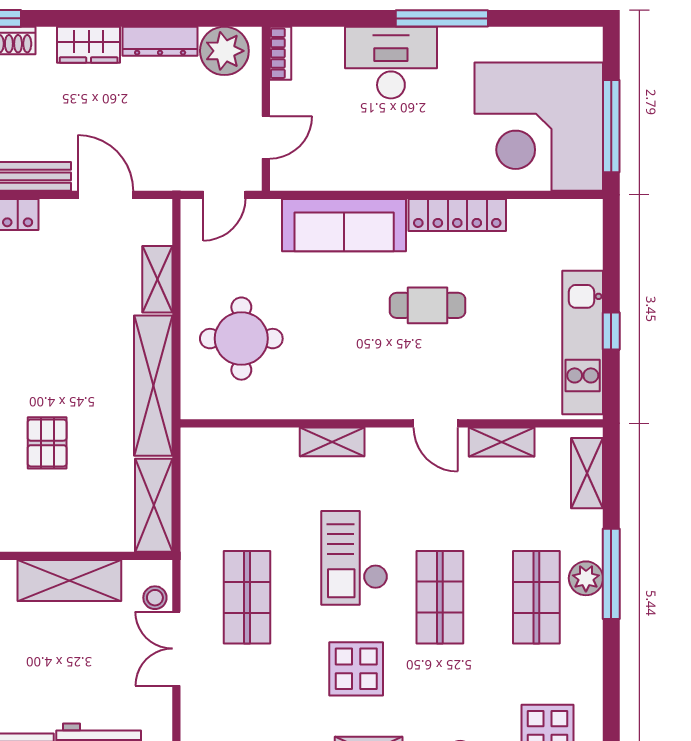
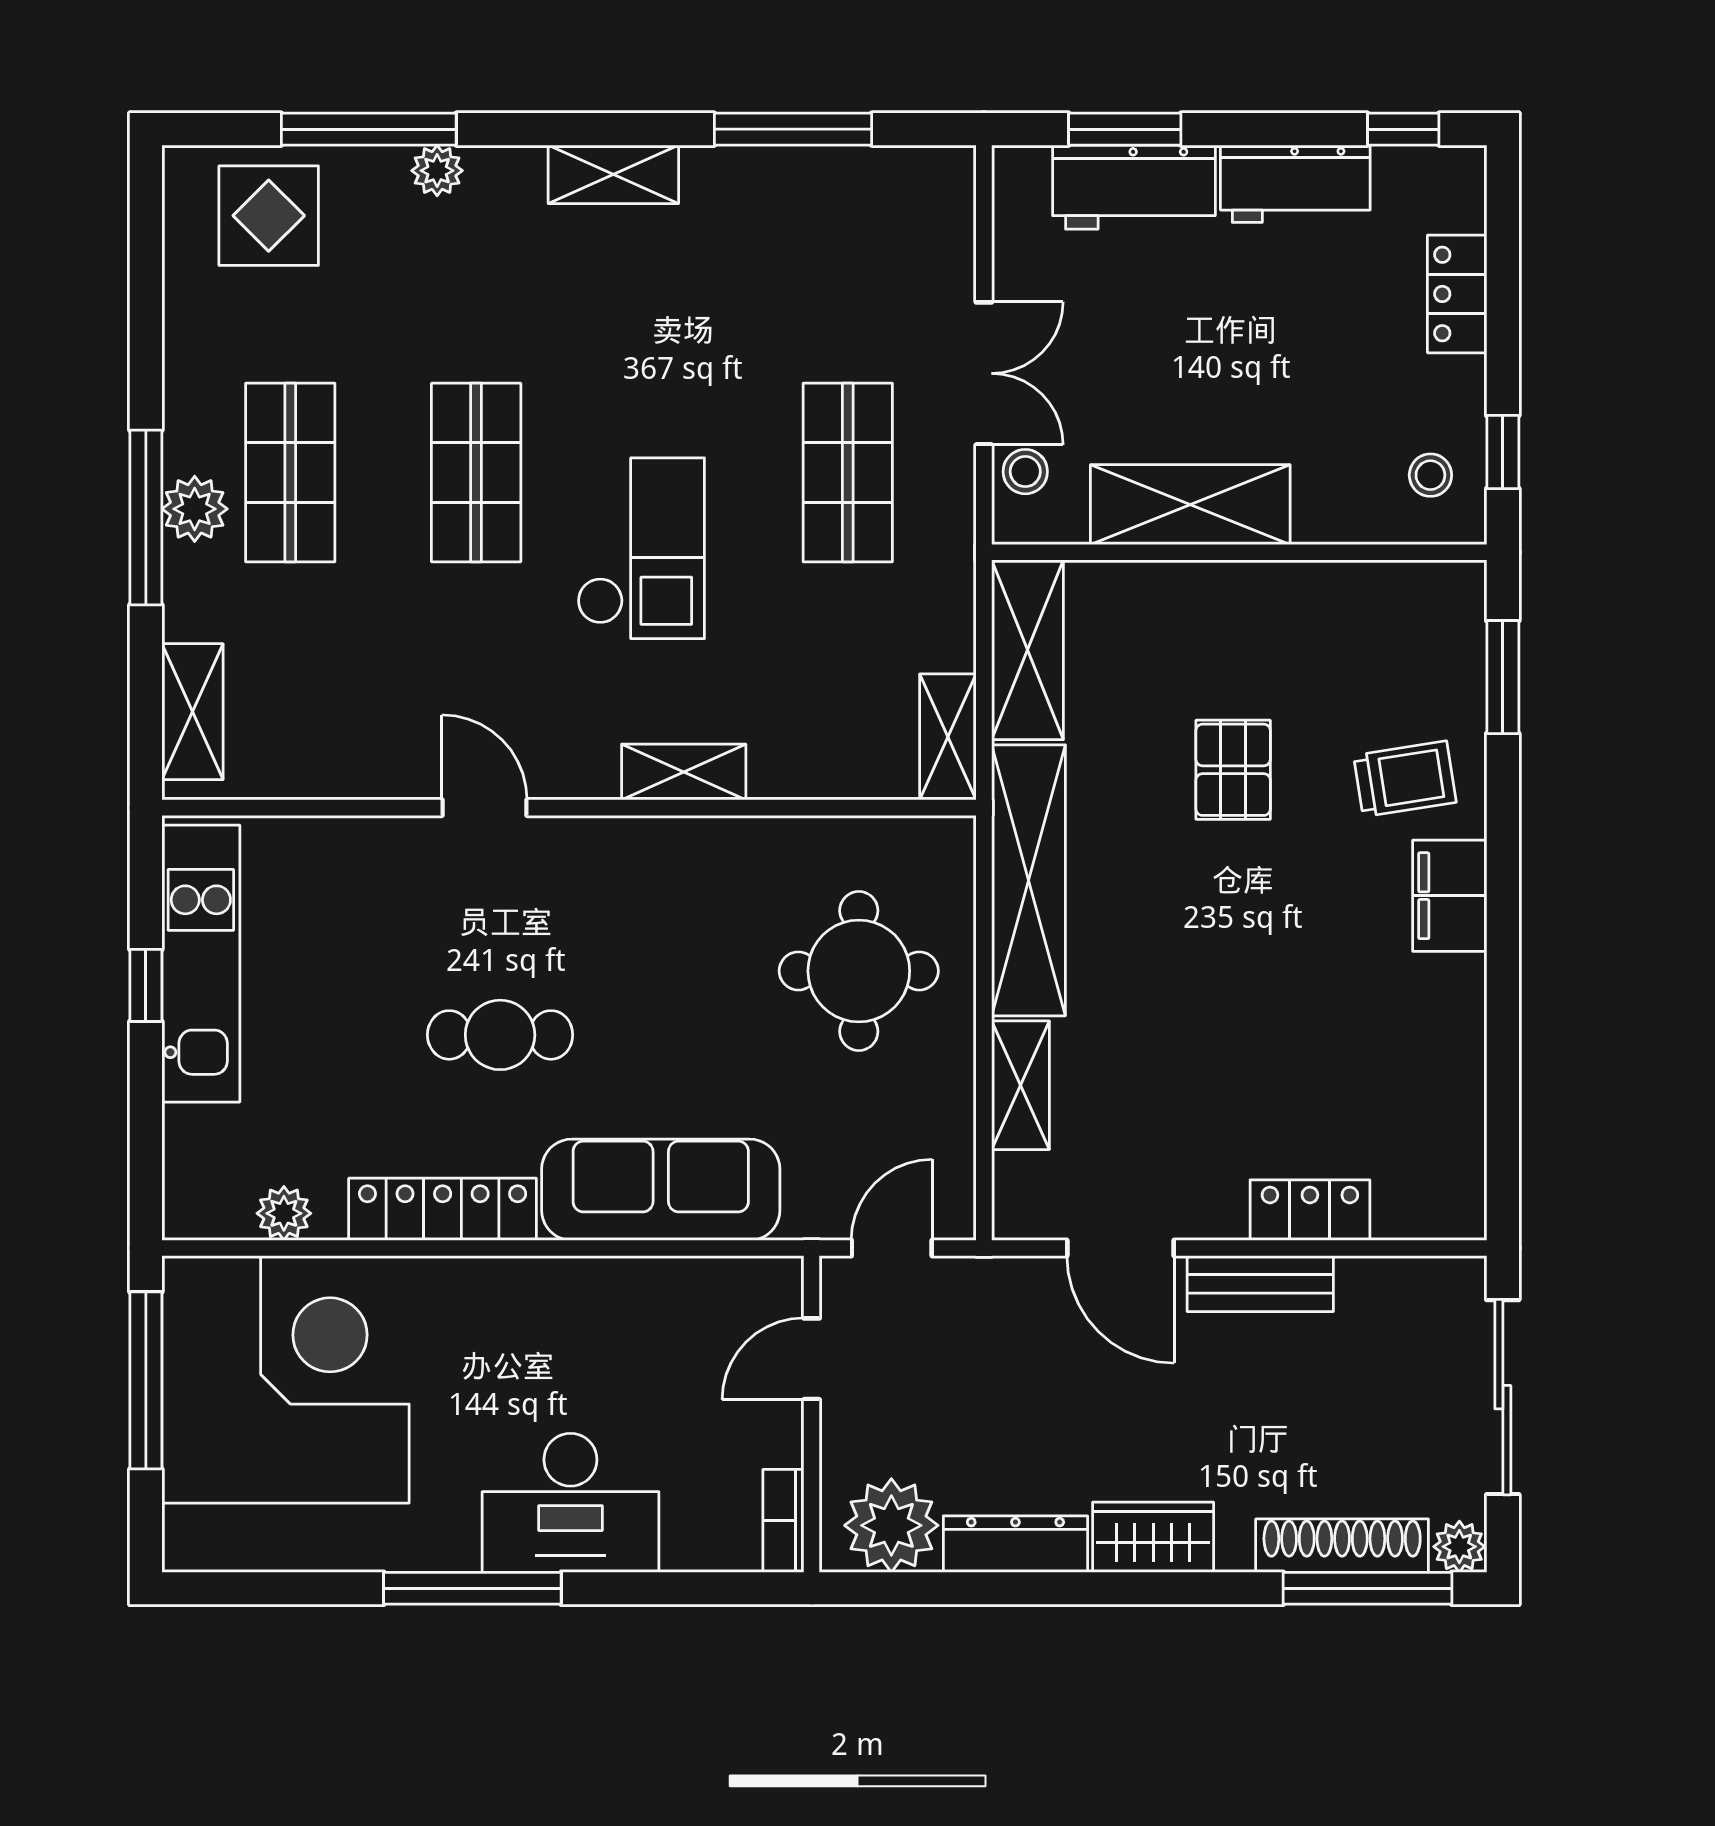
plant: (540, 213) -> (284, 1213), added
shelving: (502, 442) -> (948, 737), moved, turned 90
display table: (356, 669) -> (637, 334), removed

